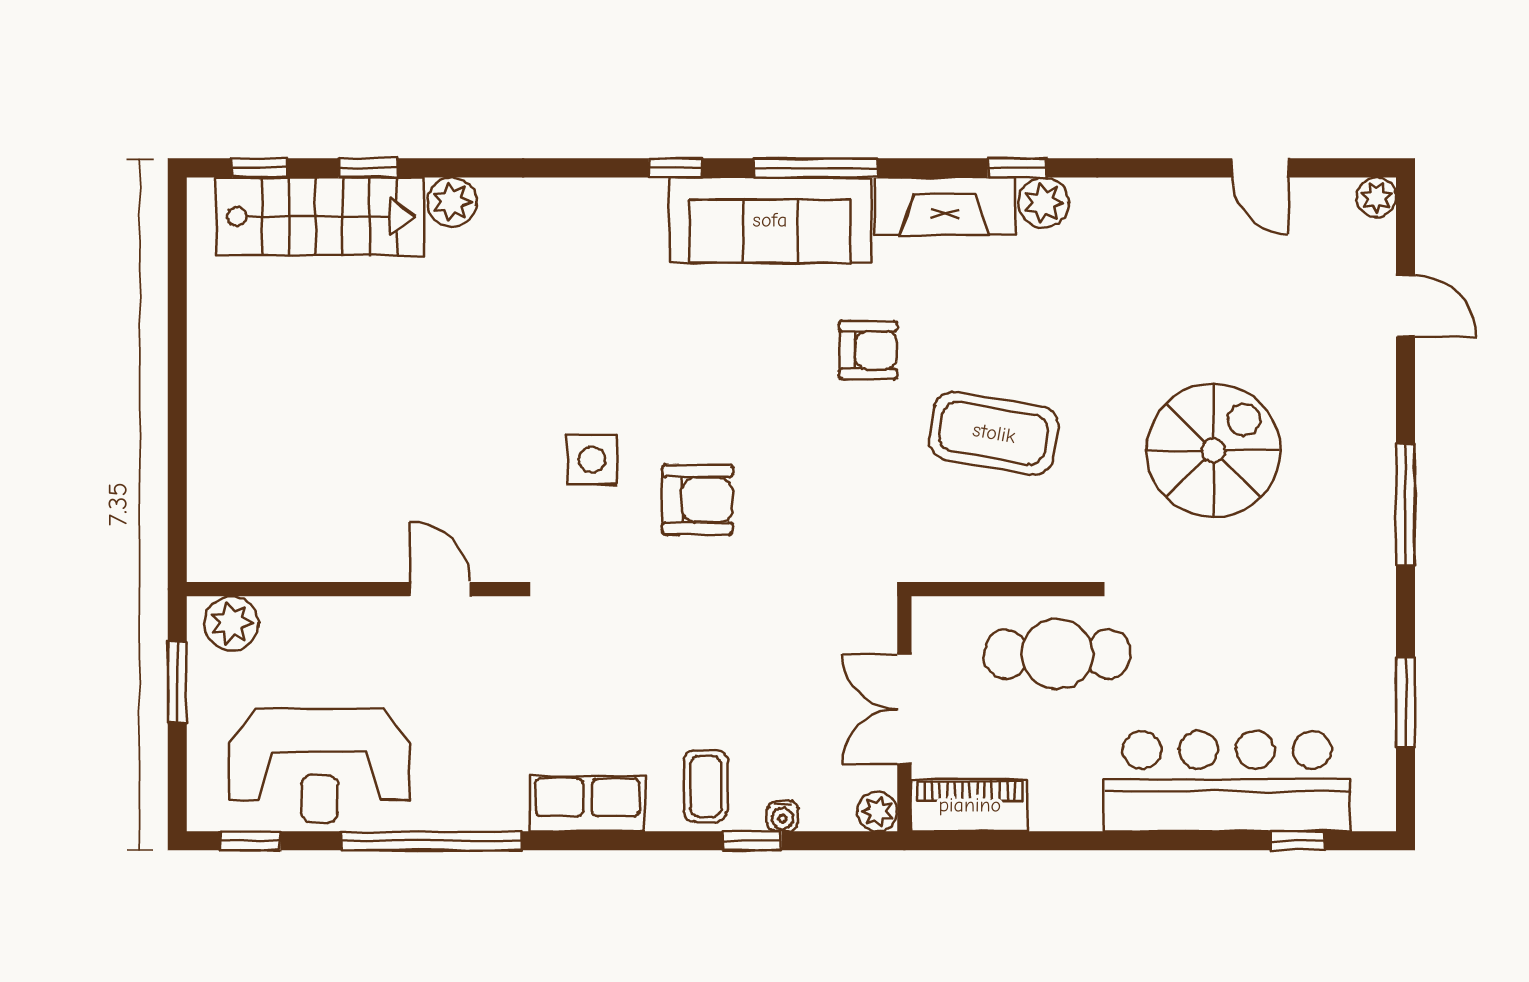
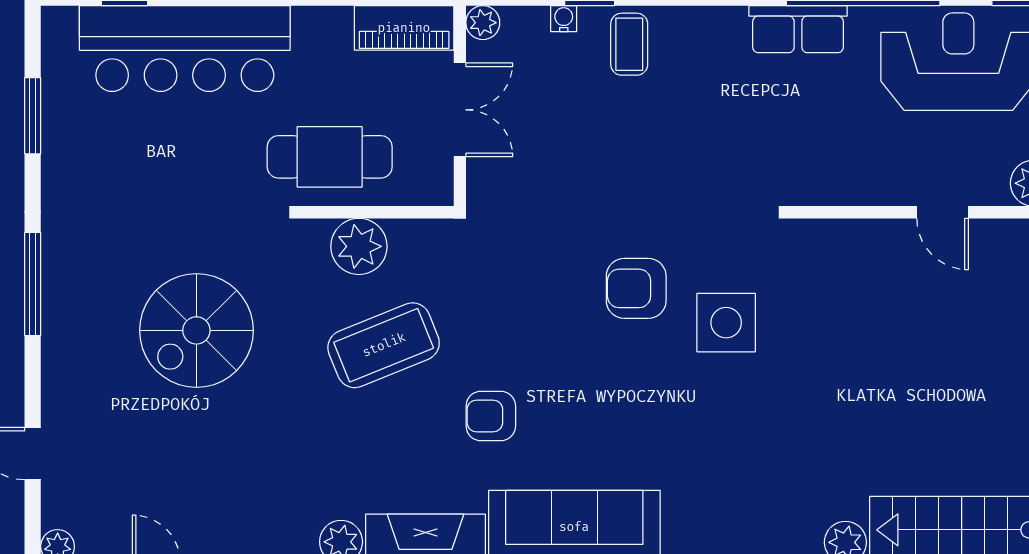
coffee table: (994, 433) -> (384, 345), turned -32
side table: (592, 460) -> (726, 323), width x1.37, depth x1.37
plant: (1023, 549) -> (359, 246), added
door: (440, 589) -> (943, 212), moved
row of seats: (588, 804) -> (798, 29), moved

